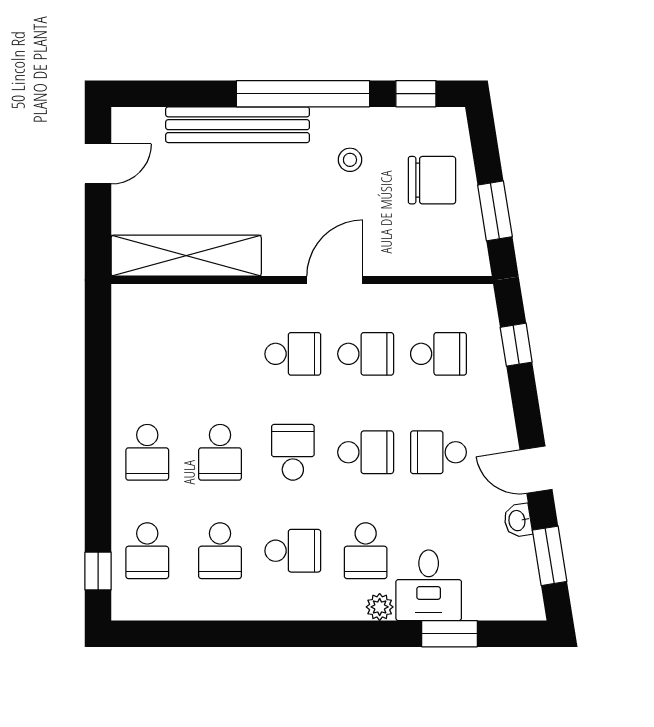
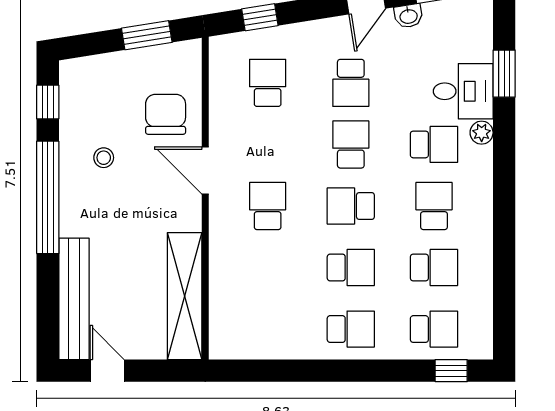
bench: (238, 125) -> (74, 299), moved
chair: (432, 180) -> (166, 114), moved
school desk: (366, 354) -> (268, 144), removed

